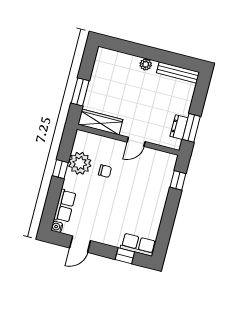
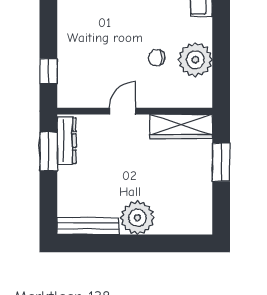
plant: (146, 64) -> (137, 218), width x1.88, depth x1.88
dresser: (179, 127) -> (67, 141), width x1.44
window: (60, 169) -> (221, 44), removed

